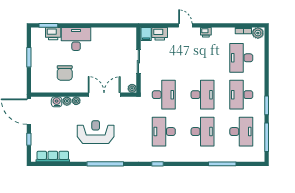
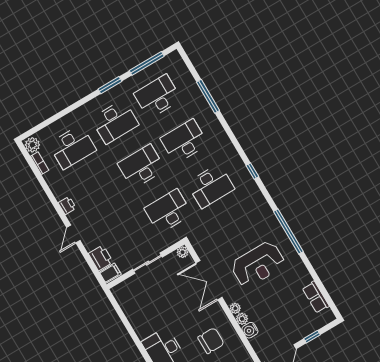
reception desk: (96, 132) -> (258, 264), turned -90
row of seats: (53, 157) -> (316, 297), width x0.68

